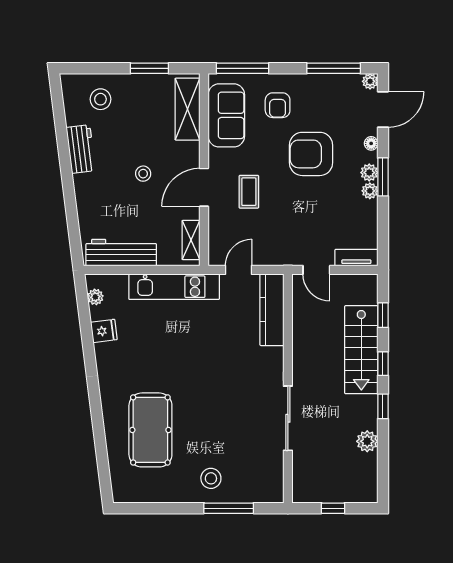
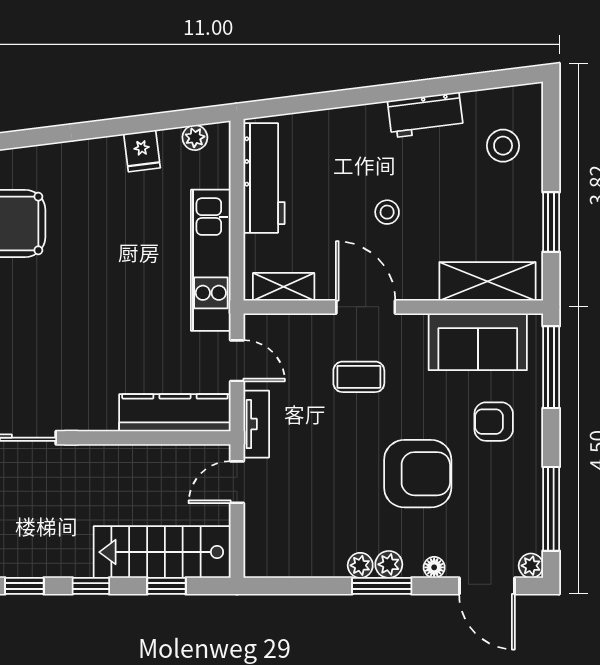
armchair: (311, 154) -> (418, 474), turned 90
tv unit: (356, 258) -> (256, 424), moved
stairs: (361, 350) -> (162, 552), moved

